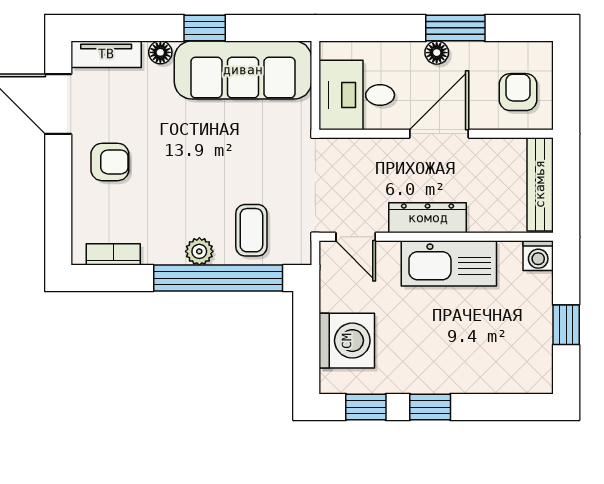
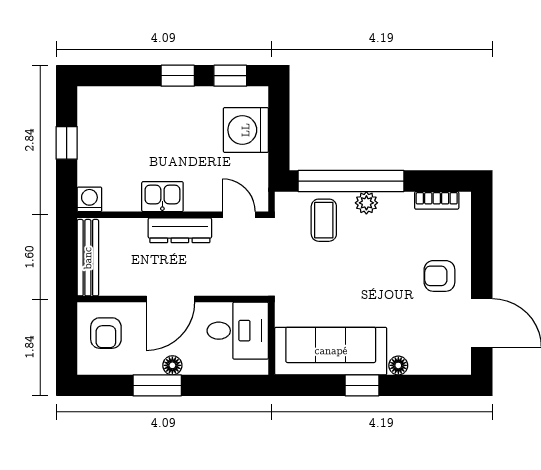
tv unit: (106, 54) -> (443, 364), removed
kitchen sink: (449, 263) -> (162, 197), width x0.53, depth x0.81

